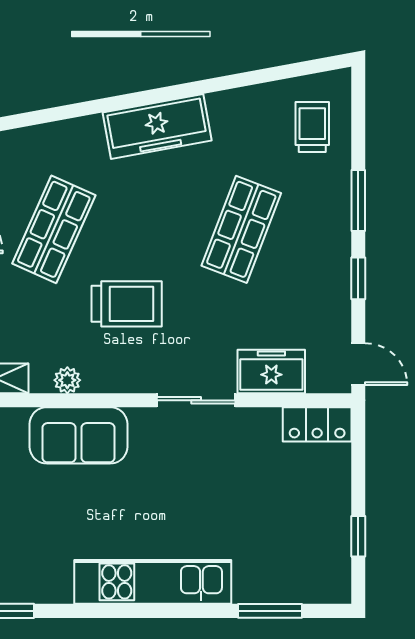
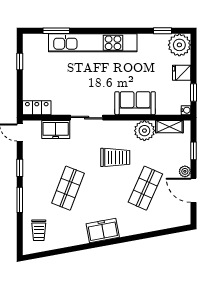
freezer: (157, 127) -> (103, 230), width x0.71
trolley: (127, 304) -> (115, 157), turned 180
plant: (67, 380) -> (144, 131), width x1.87, depth x1.87
kitchen unit: (153, 582) -> (93, 43), width x1.36

